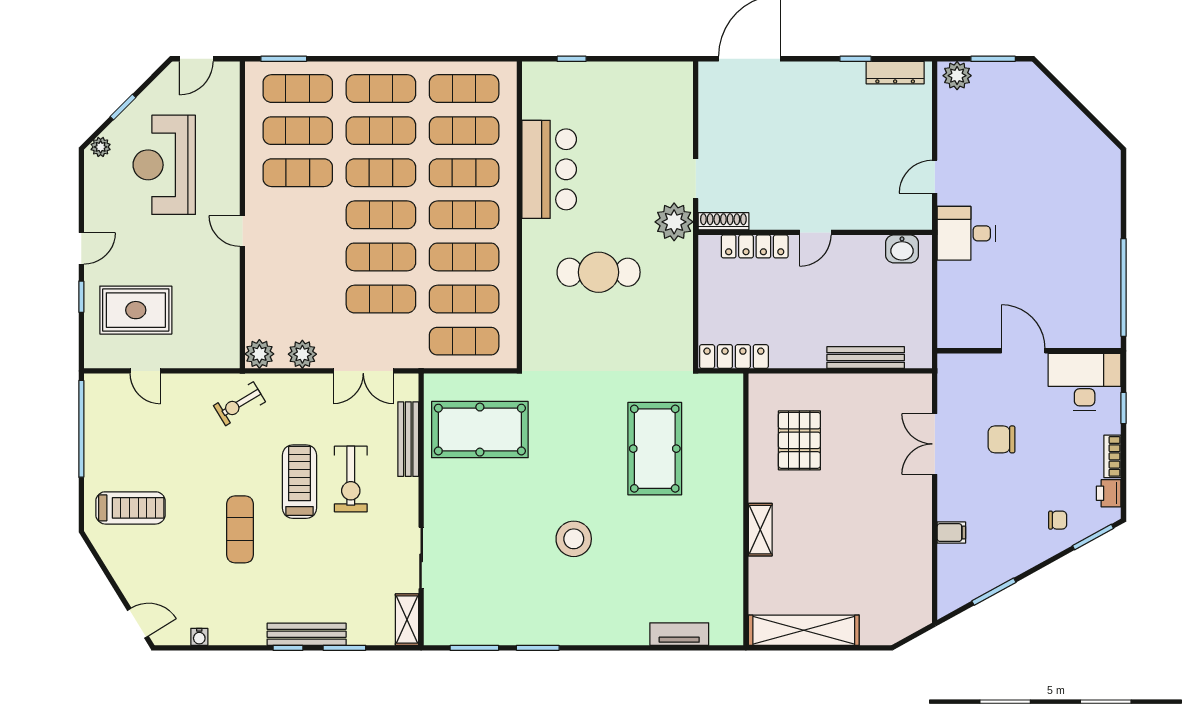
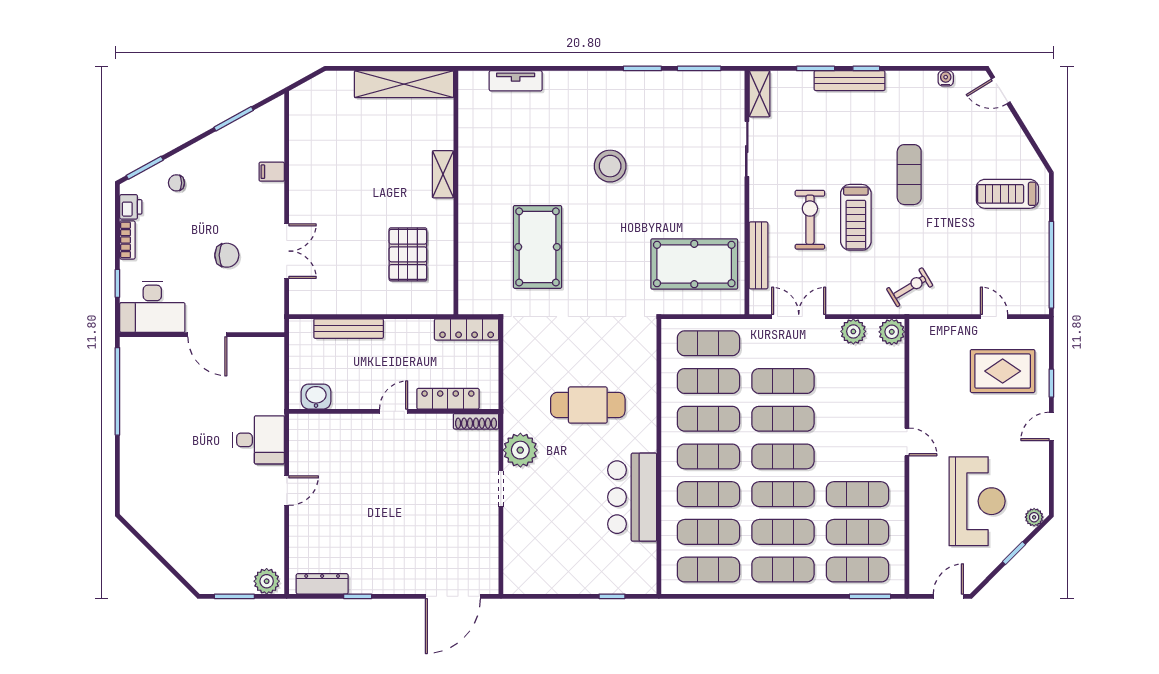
shoe rack: (723, 221) -> (476, 421), moved
door: (815, 232) -> (394, 411), moved
wall: (815, 232) -> (394, 411), moved
locker: (755, 246) -> (448, 399), moved
washbasin: (902, 249) -> (316, 397), moved

